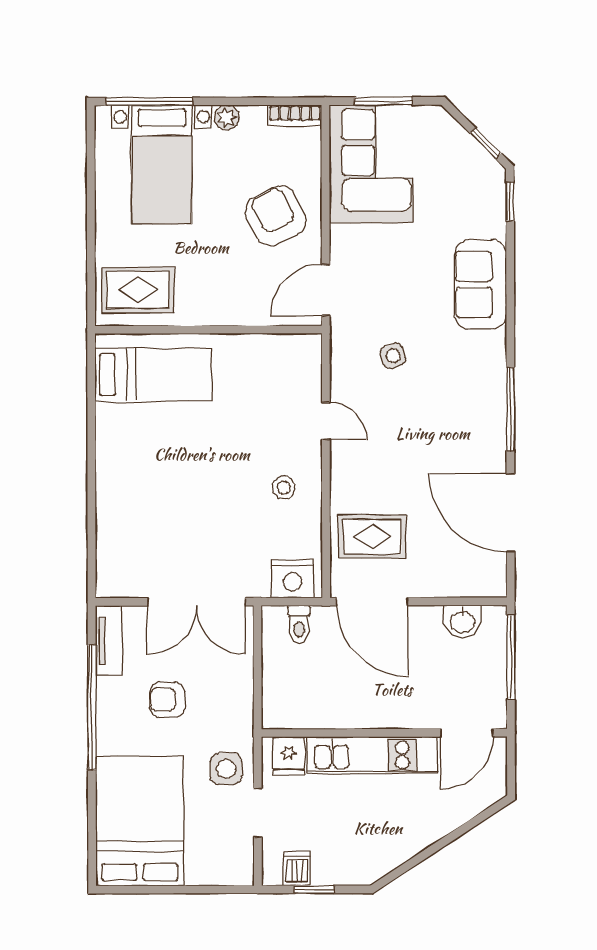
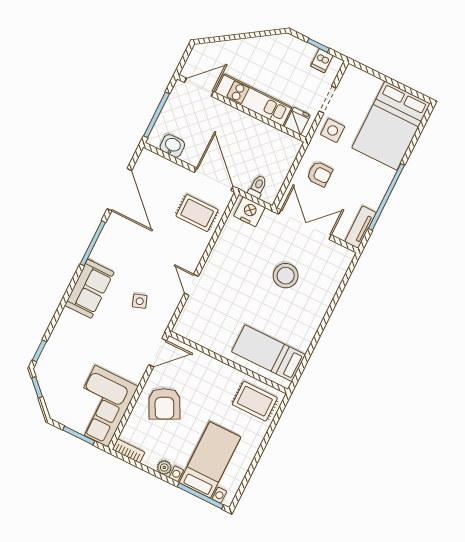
sofa: (480, 284) -> (89, 289), moved
stool: (284, 487) -> (286, 276), moved, width x1.89, depth x1.89
armchair: (167, 700) -> (320, 174), moved

